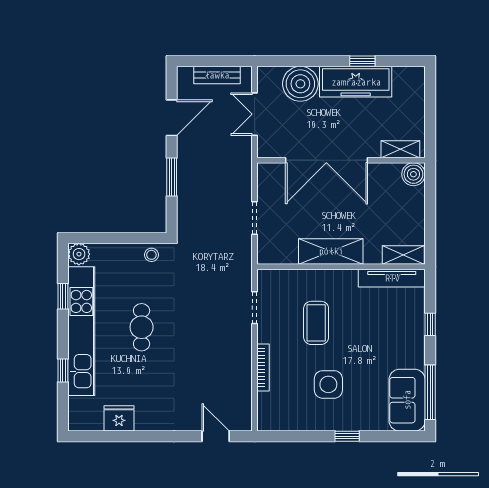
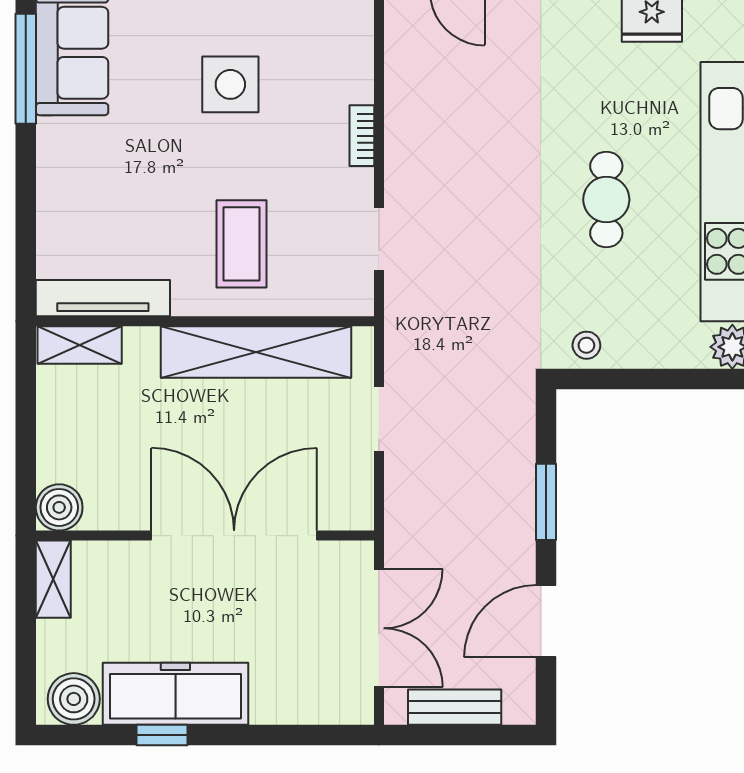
boiler: (300, 84) -> (74, 699), moved, width x0.73, depth x0.73
double door: (255, 114) -> (379, 628), width x1.37
shelving: (400, 149) -> (53, 579), moved, turned 90
shelving: (331, 251) -> (256, 352), width x1.47
coffee table: (316, 323) -> (242, 244), moved
window: (430, 324) -> (26, 205), removed
bookcase: (263, 368) -> (362, 136), width x0.64

